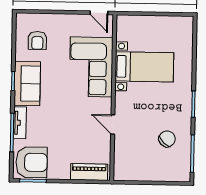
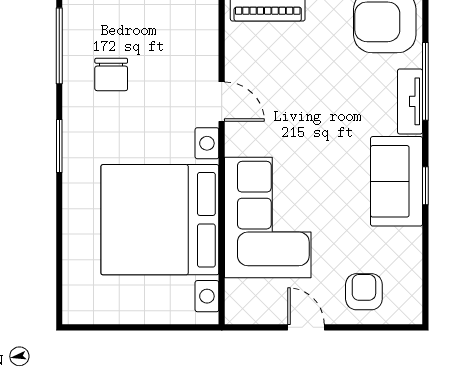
door: (99, 13) -> (306, 327), moved
armchair: (37, 40) -> (364, 292), moved
bed with nightstands: (144, 67) -> (160, 220), width x1.85
chair: (167, 139) -> (111, 74), turned -44

